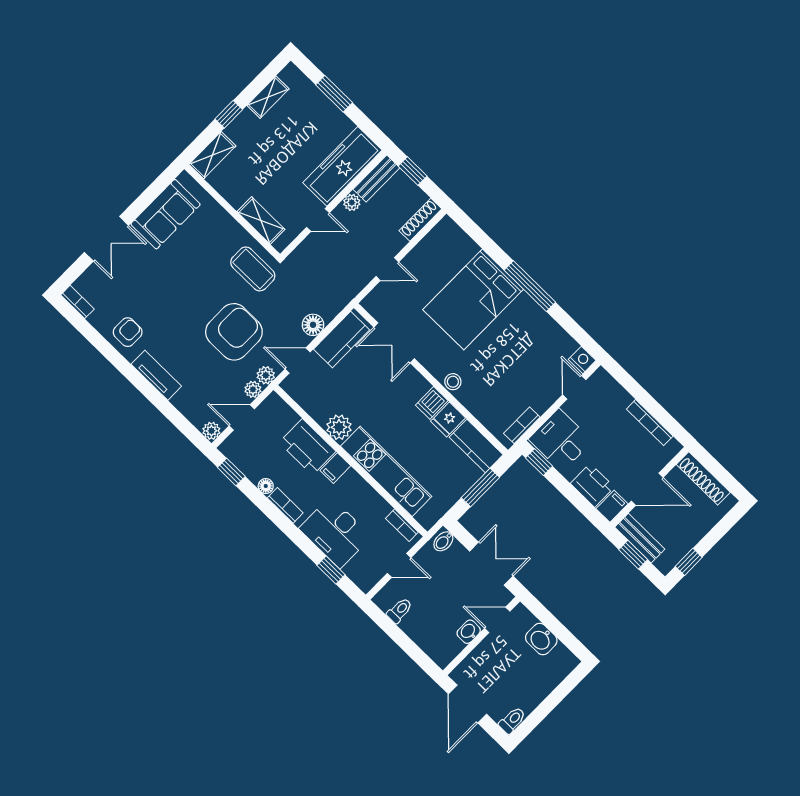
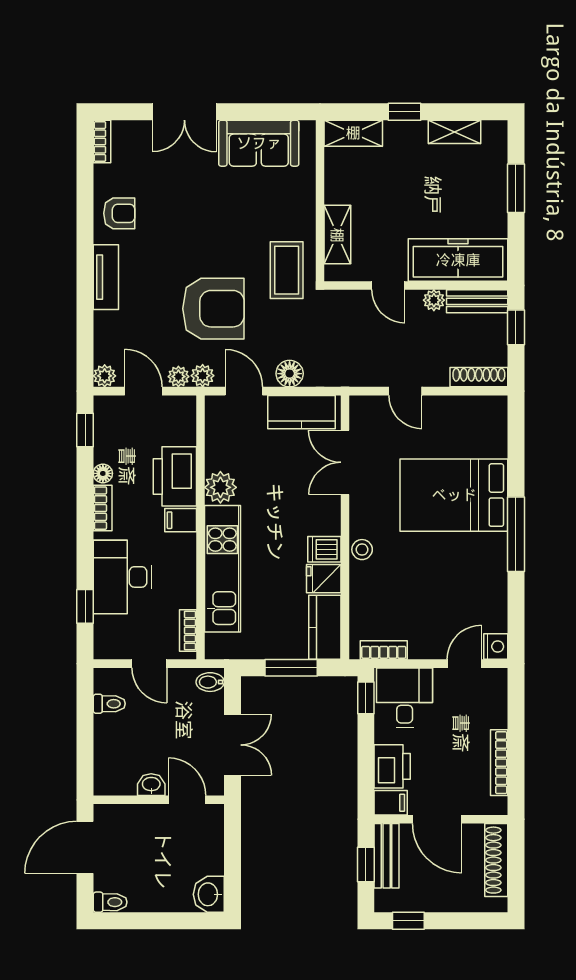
washbasin: (541, 639) -> (209, 894), moved

